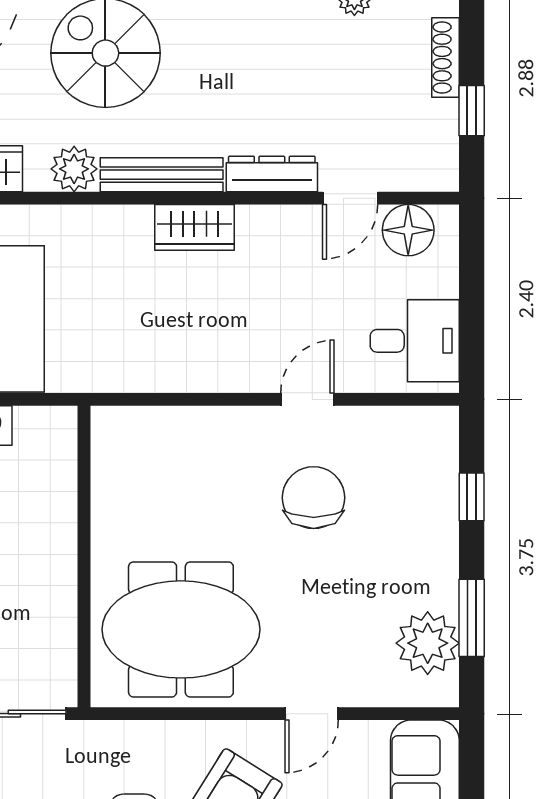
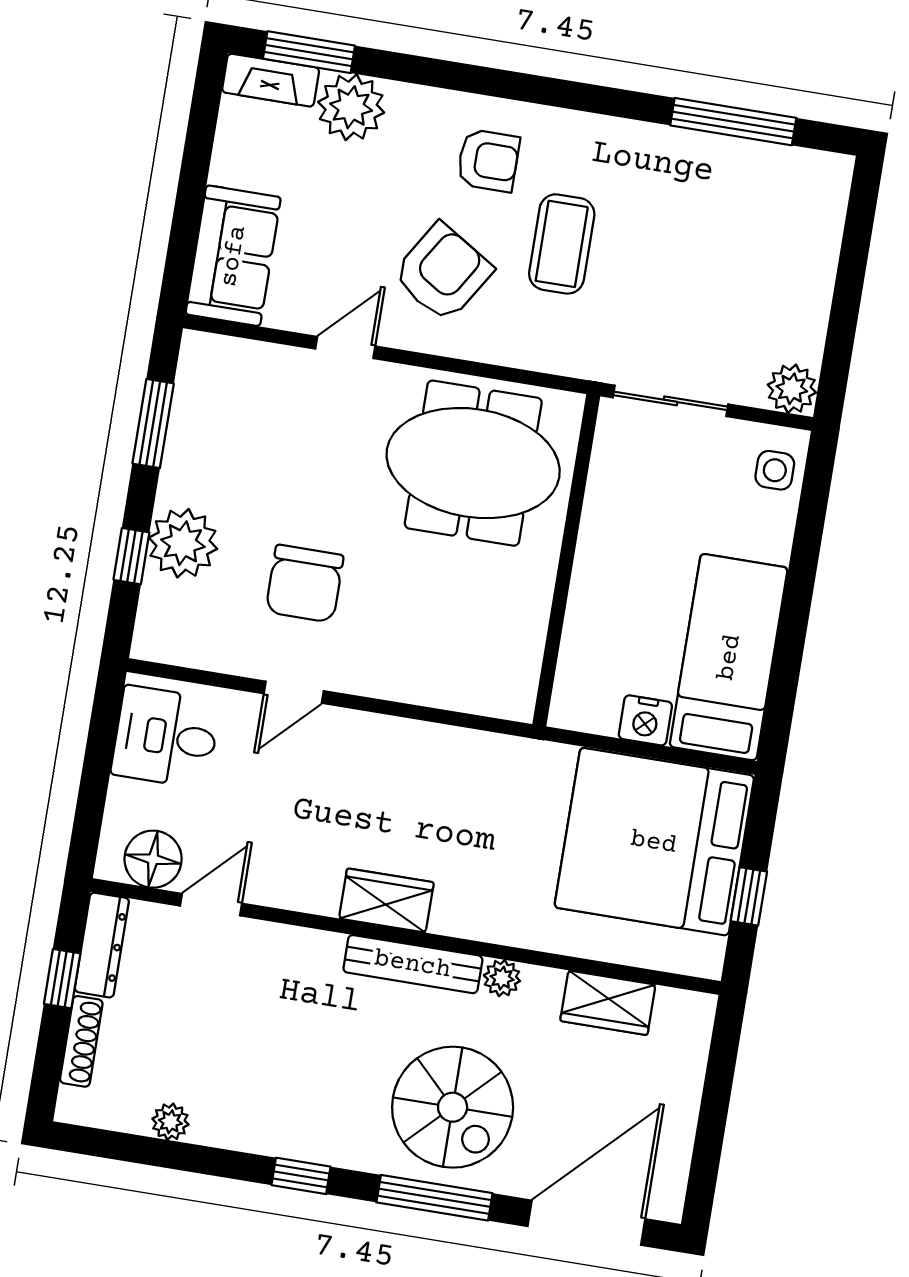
plant: (74, 169) -> (502, 978), width x0.73, depth x0.73
dresser: (272, 174) -> (102, 945), moved, turned -90
plant: (428, 643) -> (183, 543), moved

